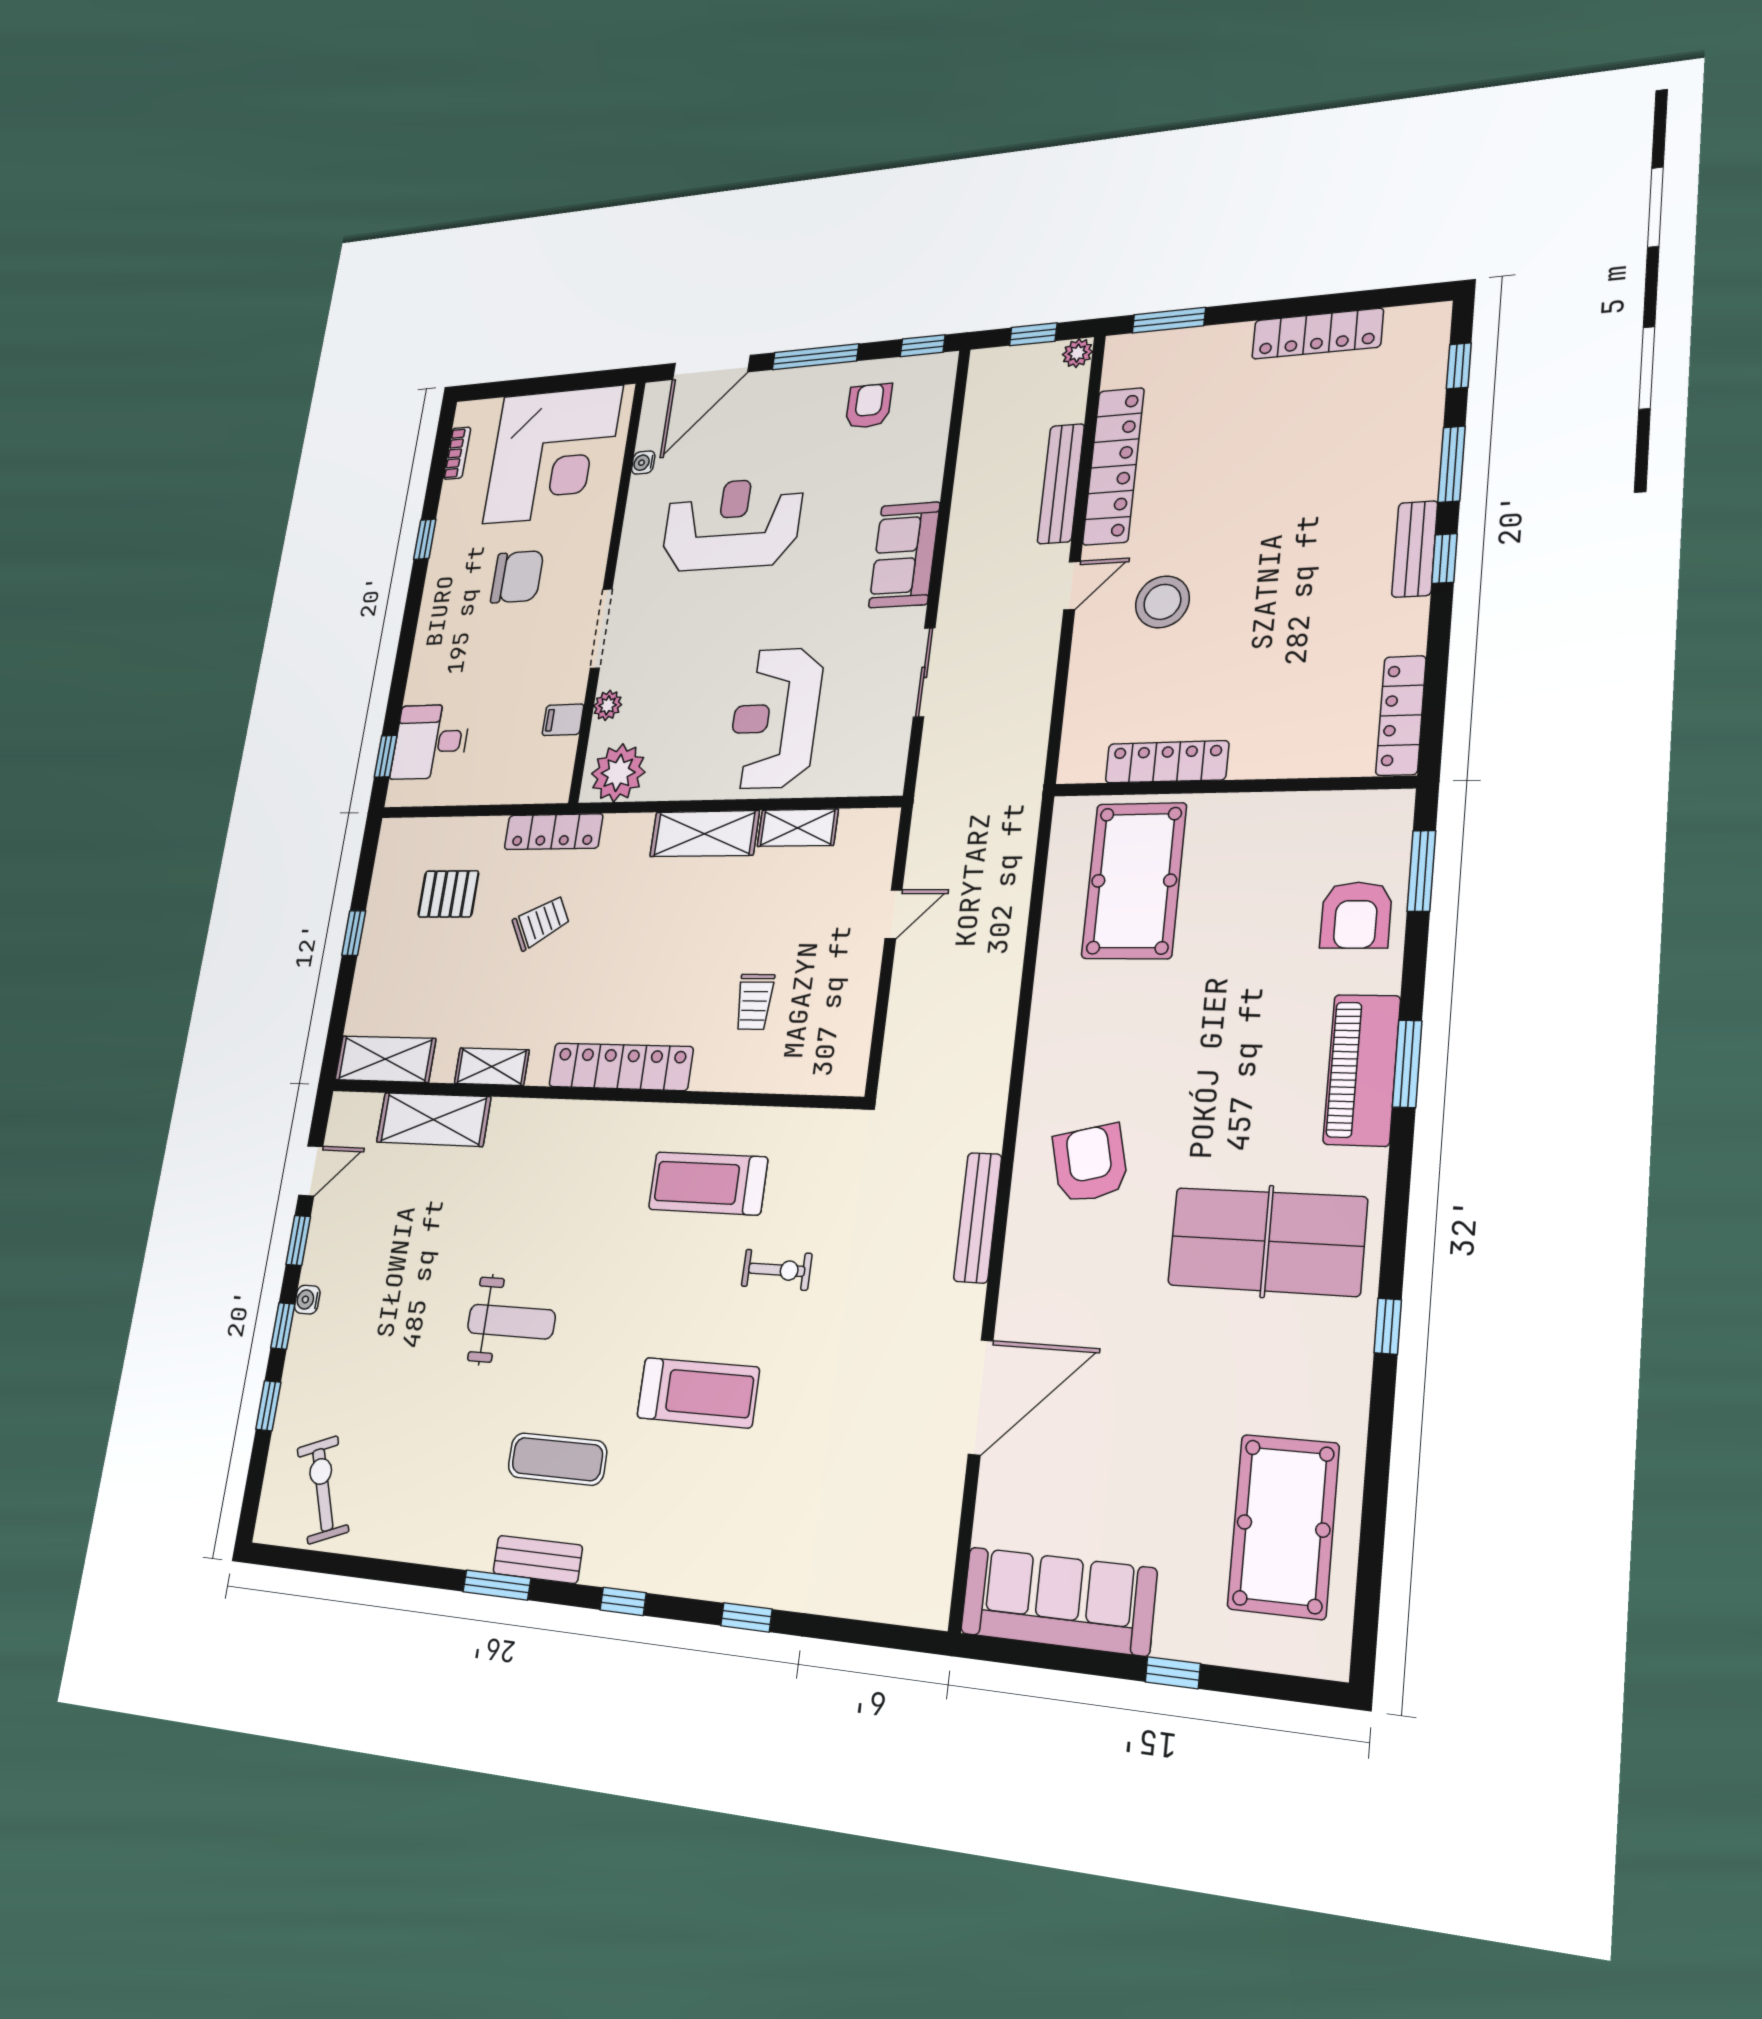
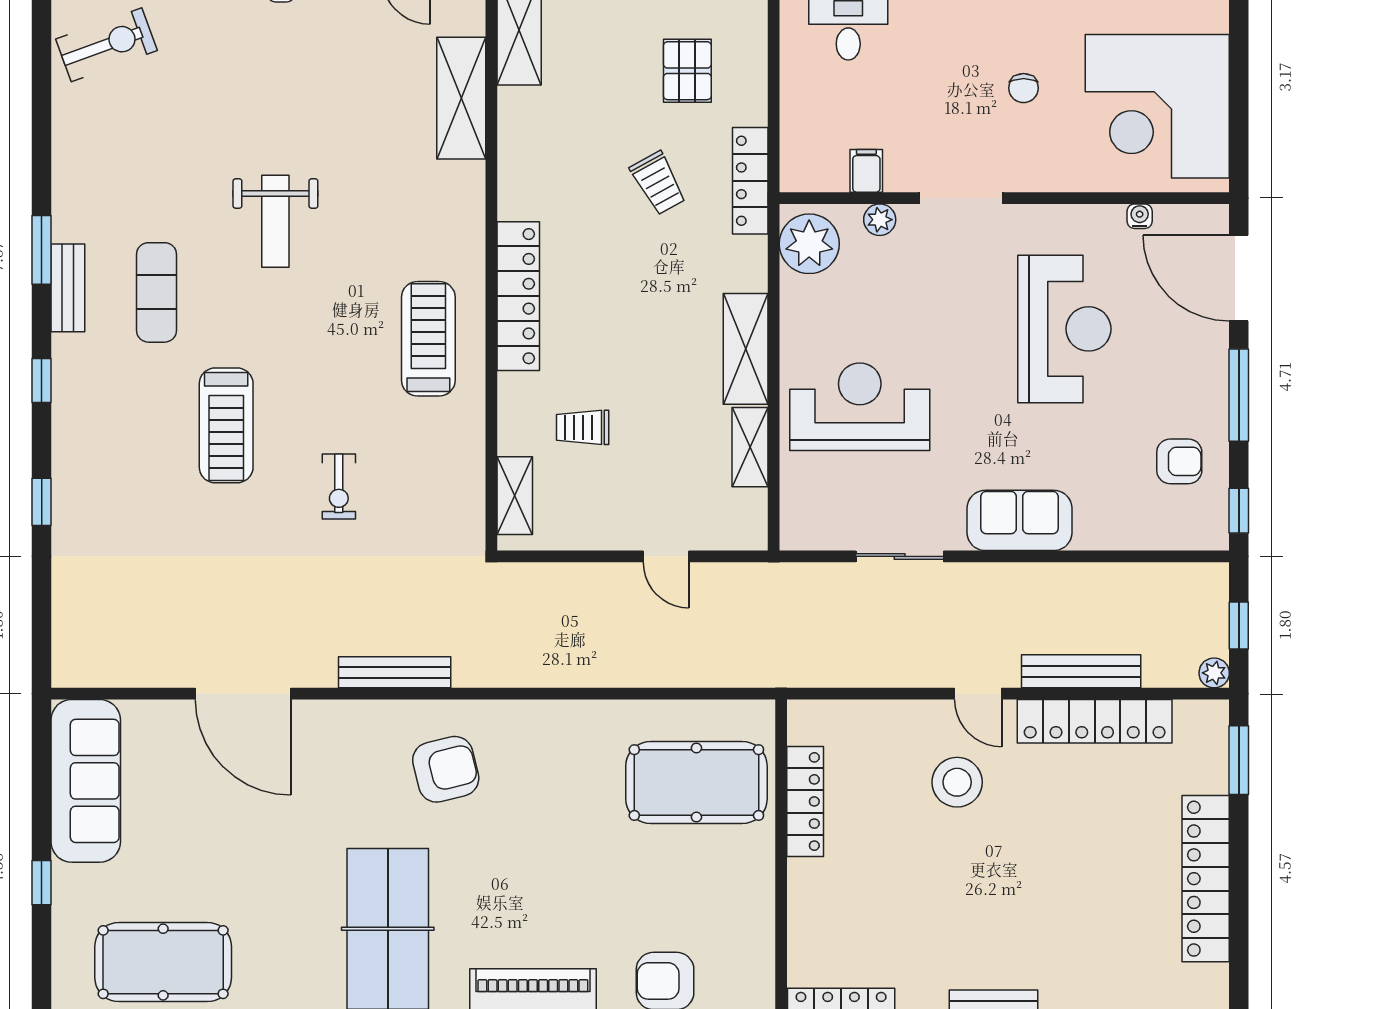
locker: (1317, 334) -> (1206, 879), width x1.41, depth x1.21
chair: (517, 577) -> (1024, 88), width x0.54, depth x0.54
shelving: (492, 1067) -> (515, 496), moved
treadmill: (708, 1183) -> (428, 339), moved

